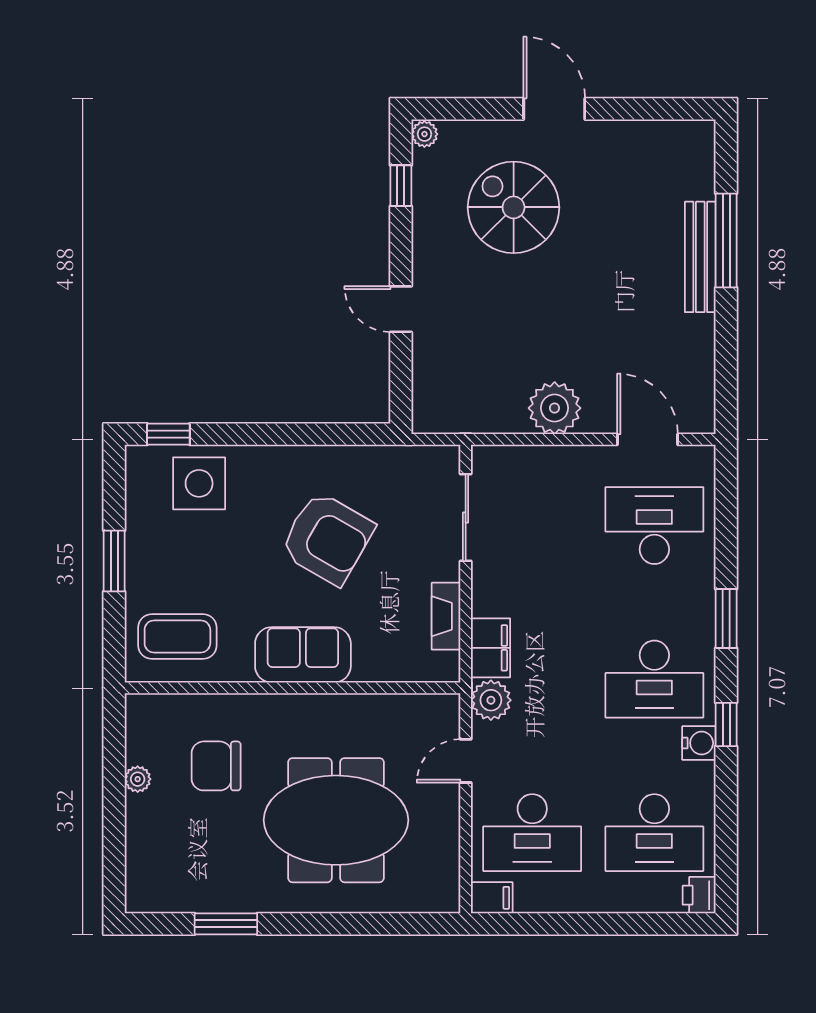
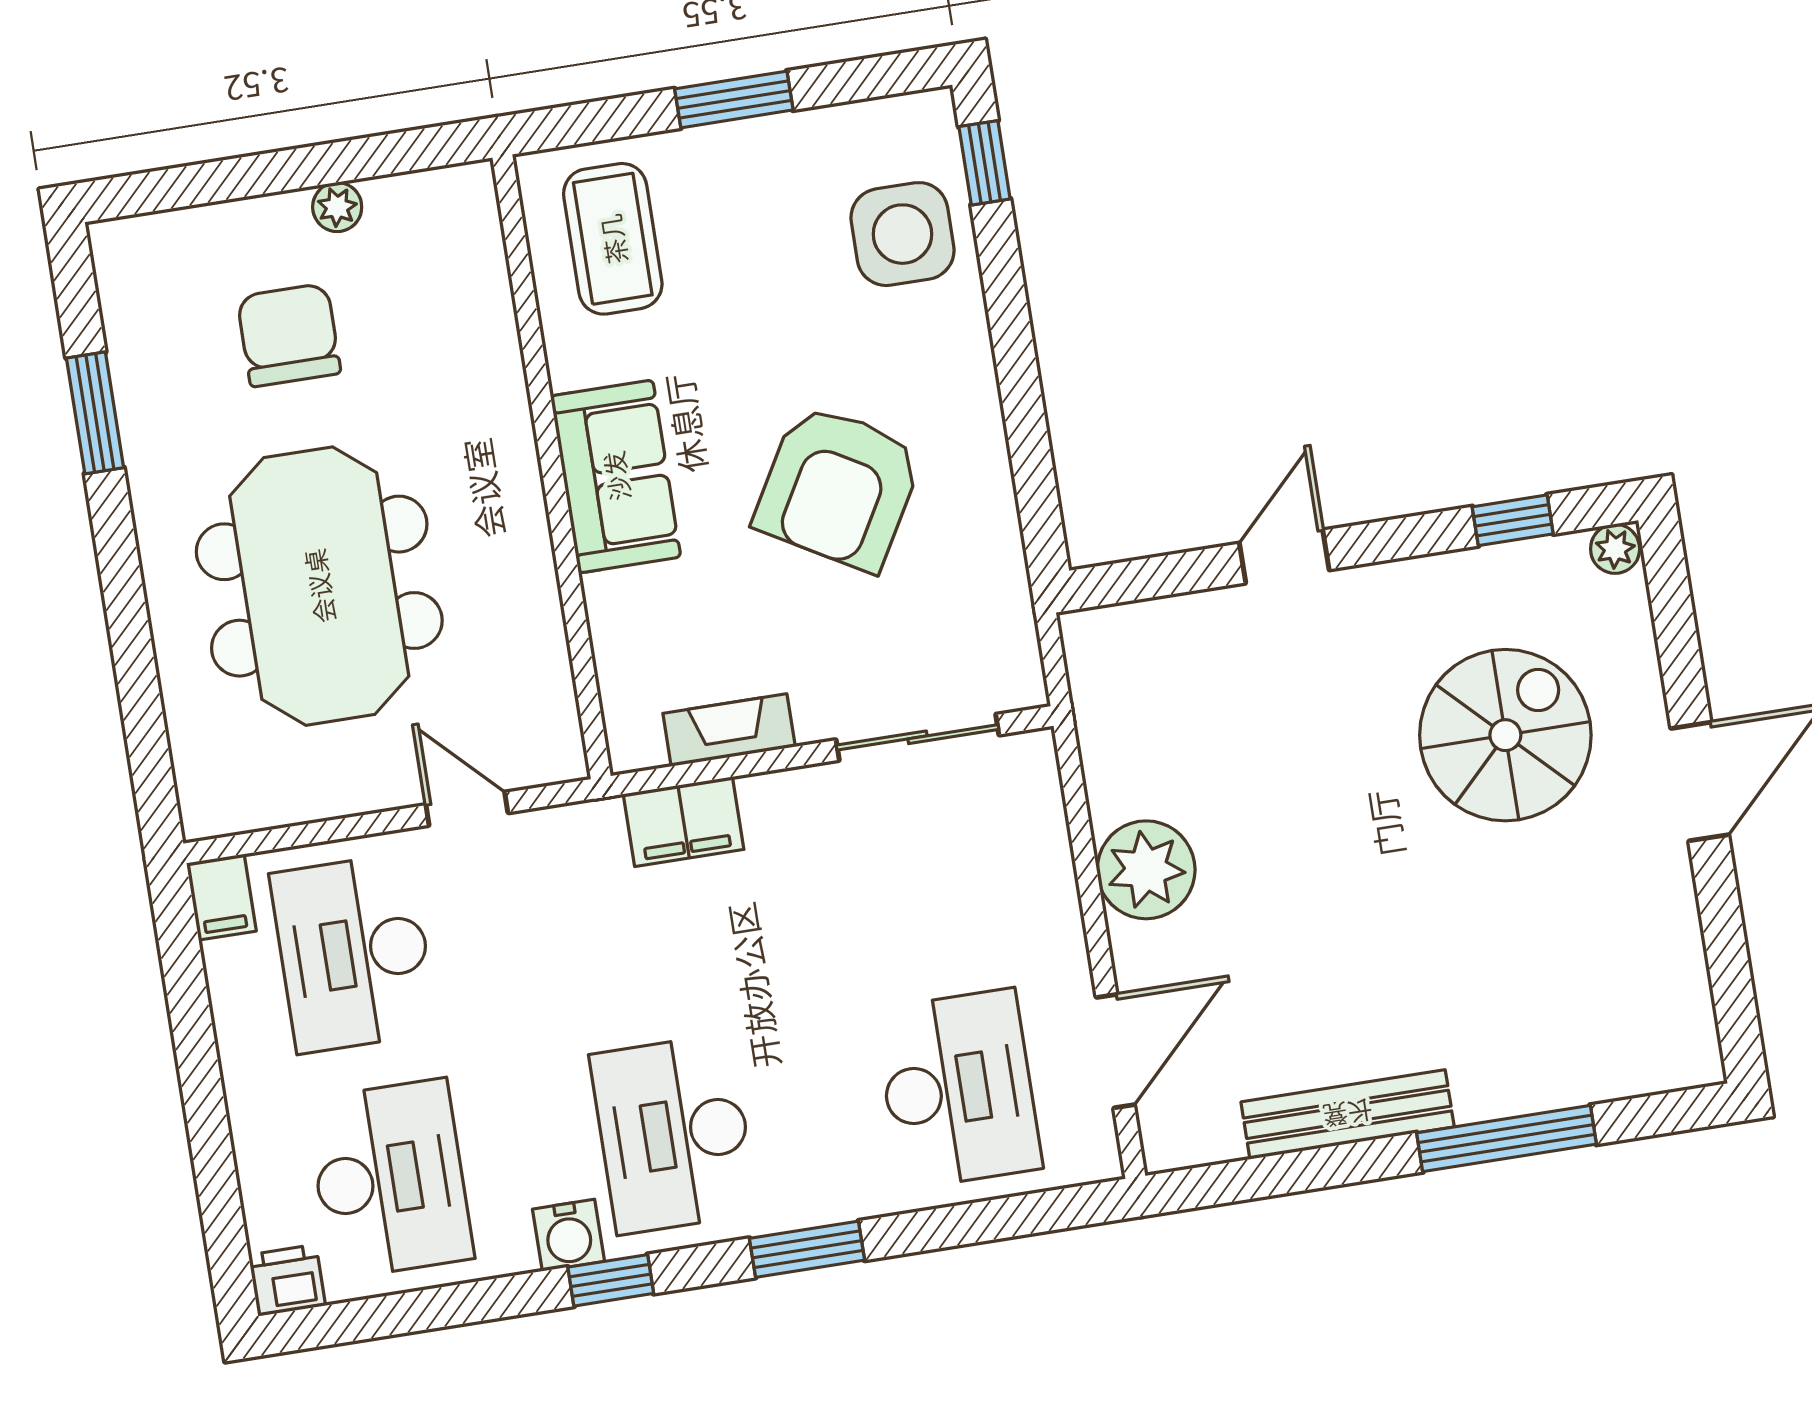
bench: (700, 257) -> (1348, 1114), moved
plant: (491, 700) -> (587, 838), removed
chair: (216, 766) -> (289, 335), moved
desk: (654, 833) -> (390, 1179), turned 180

